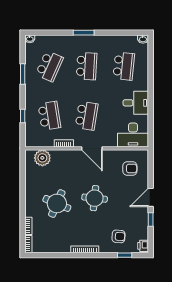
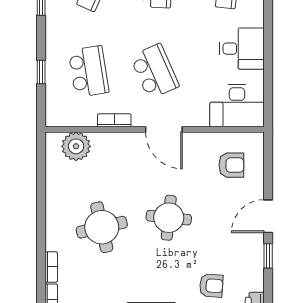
school desk: (87, 116) -> (155, 71), turned -33
round table: (57, 203) -> (102, 227), turned -36

